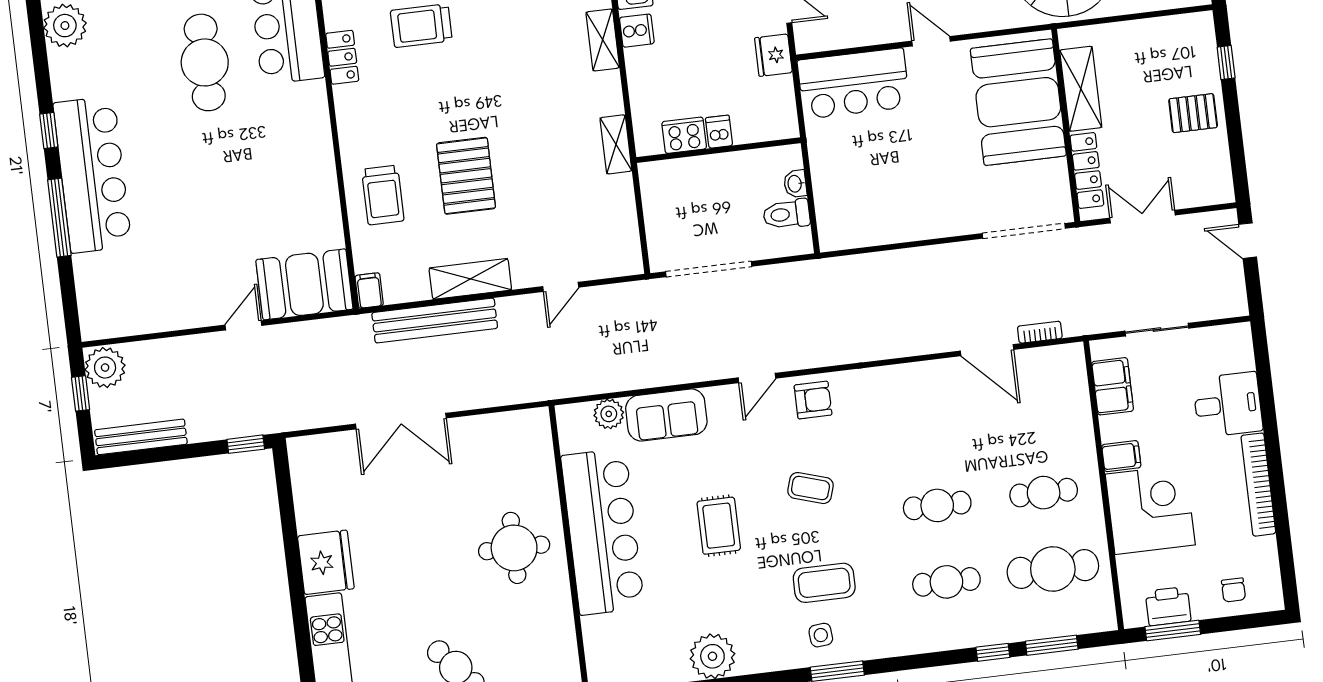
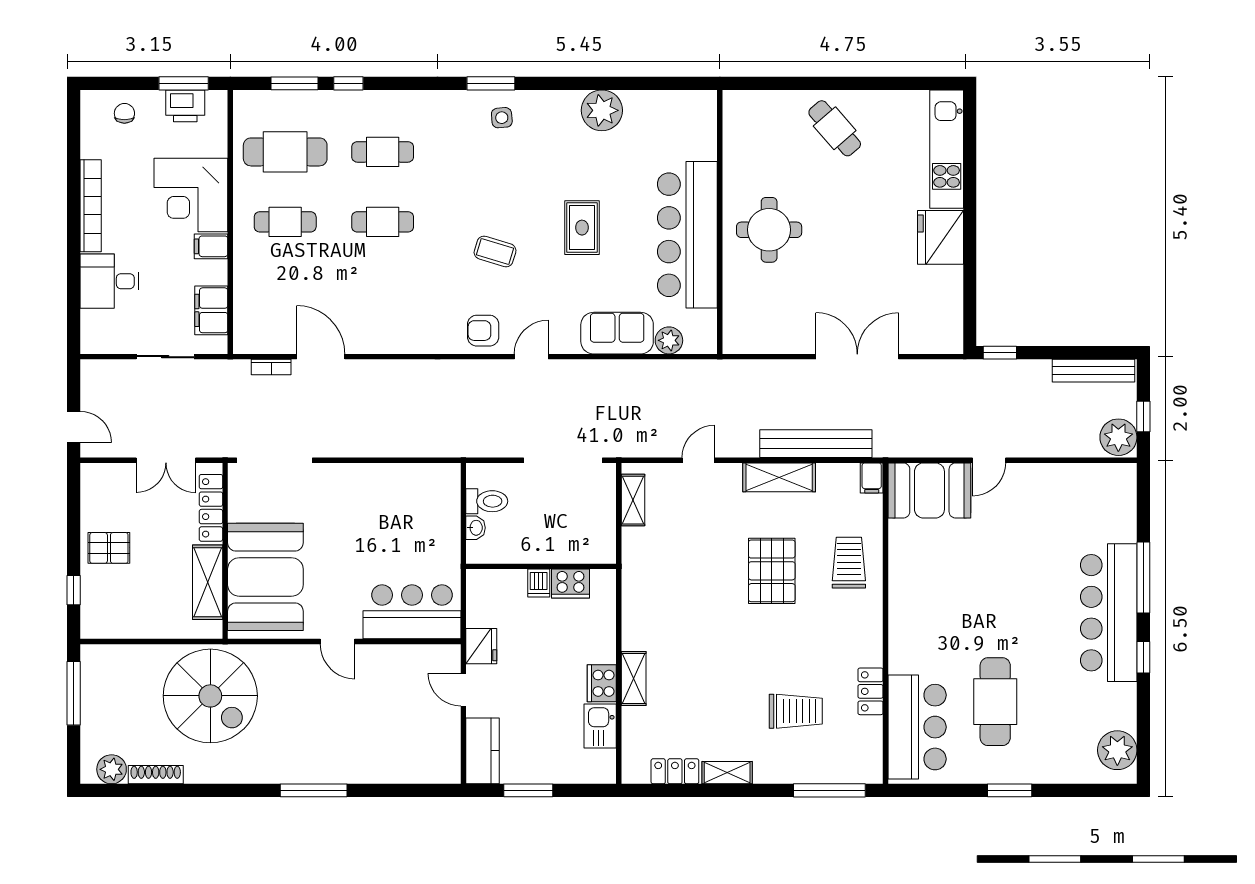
cooker: (637, 31) -> (602, 683), width x1.36
shelving: (616, 144) -> (633, 500), moved
coffee table: (824, 583) -> (493, 164), removed

